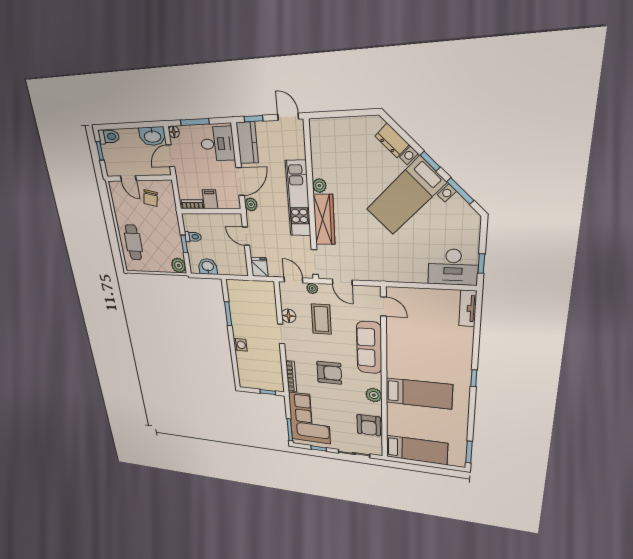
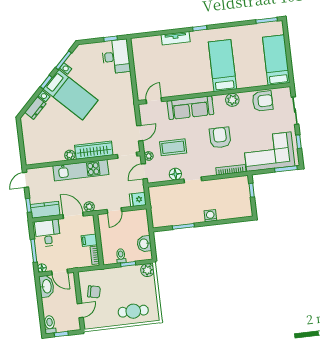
tv unit: (468, 308) -> (176, 38), moved

